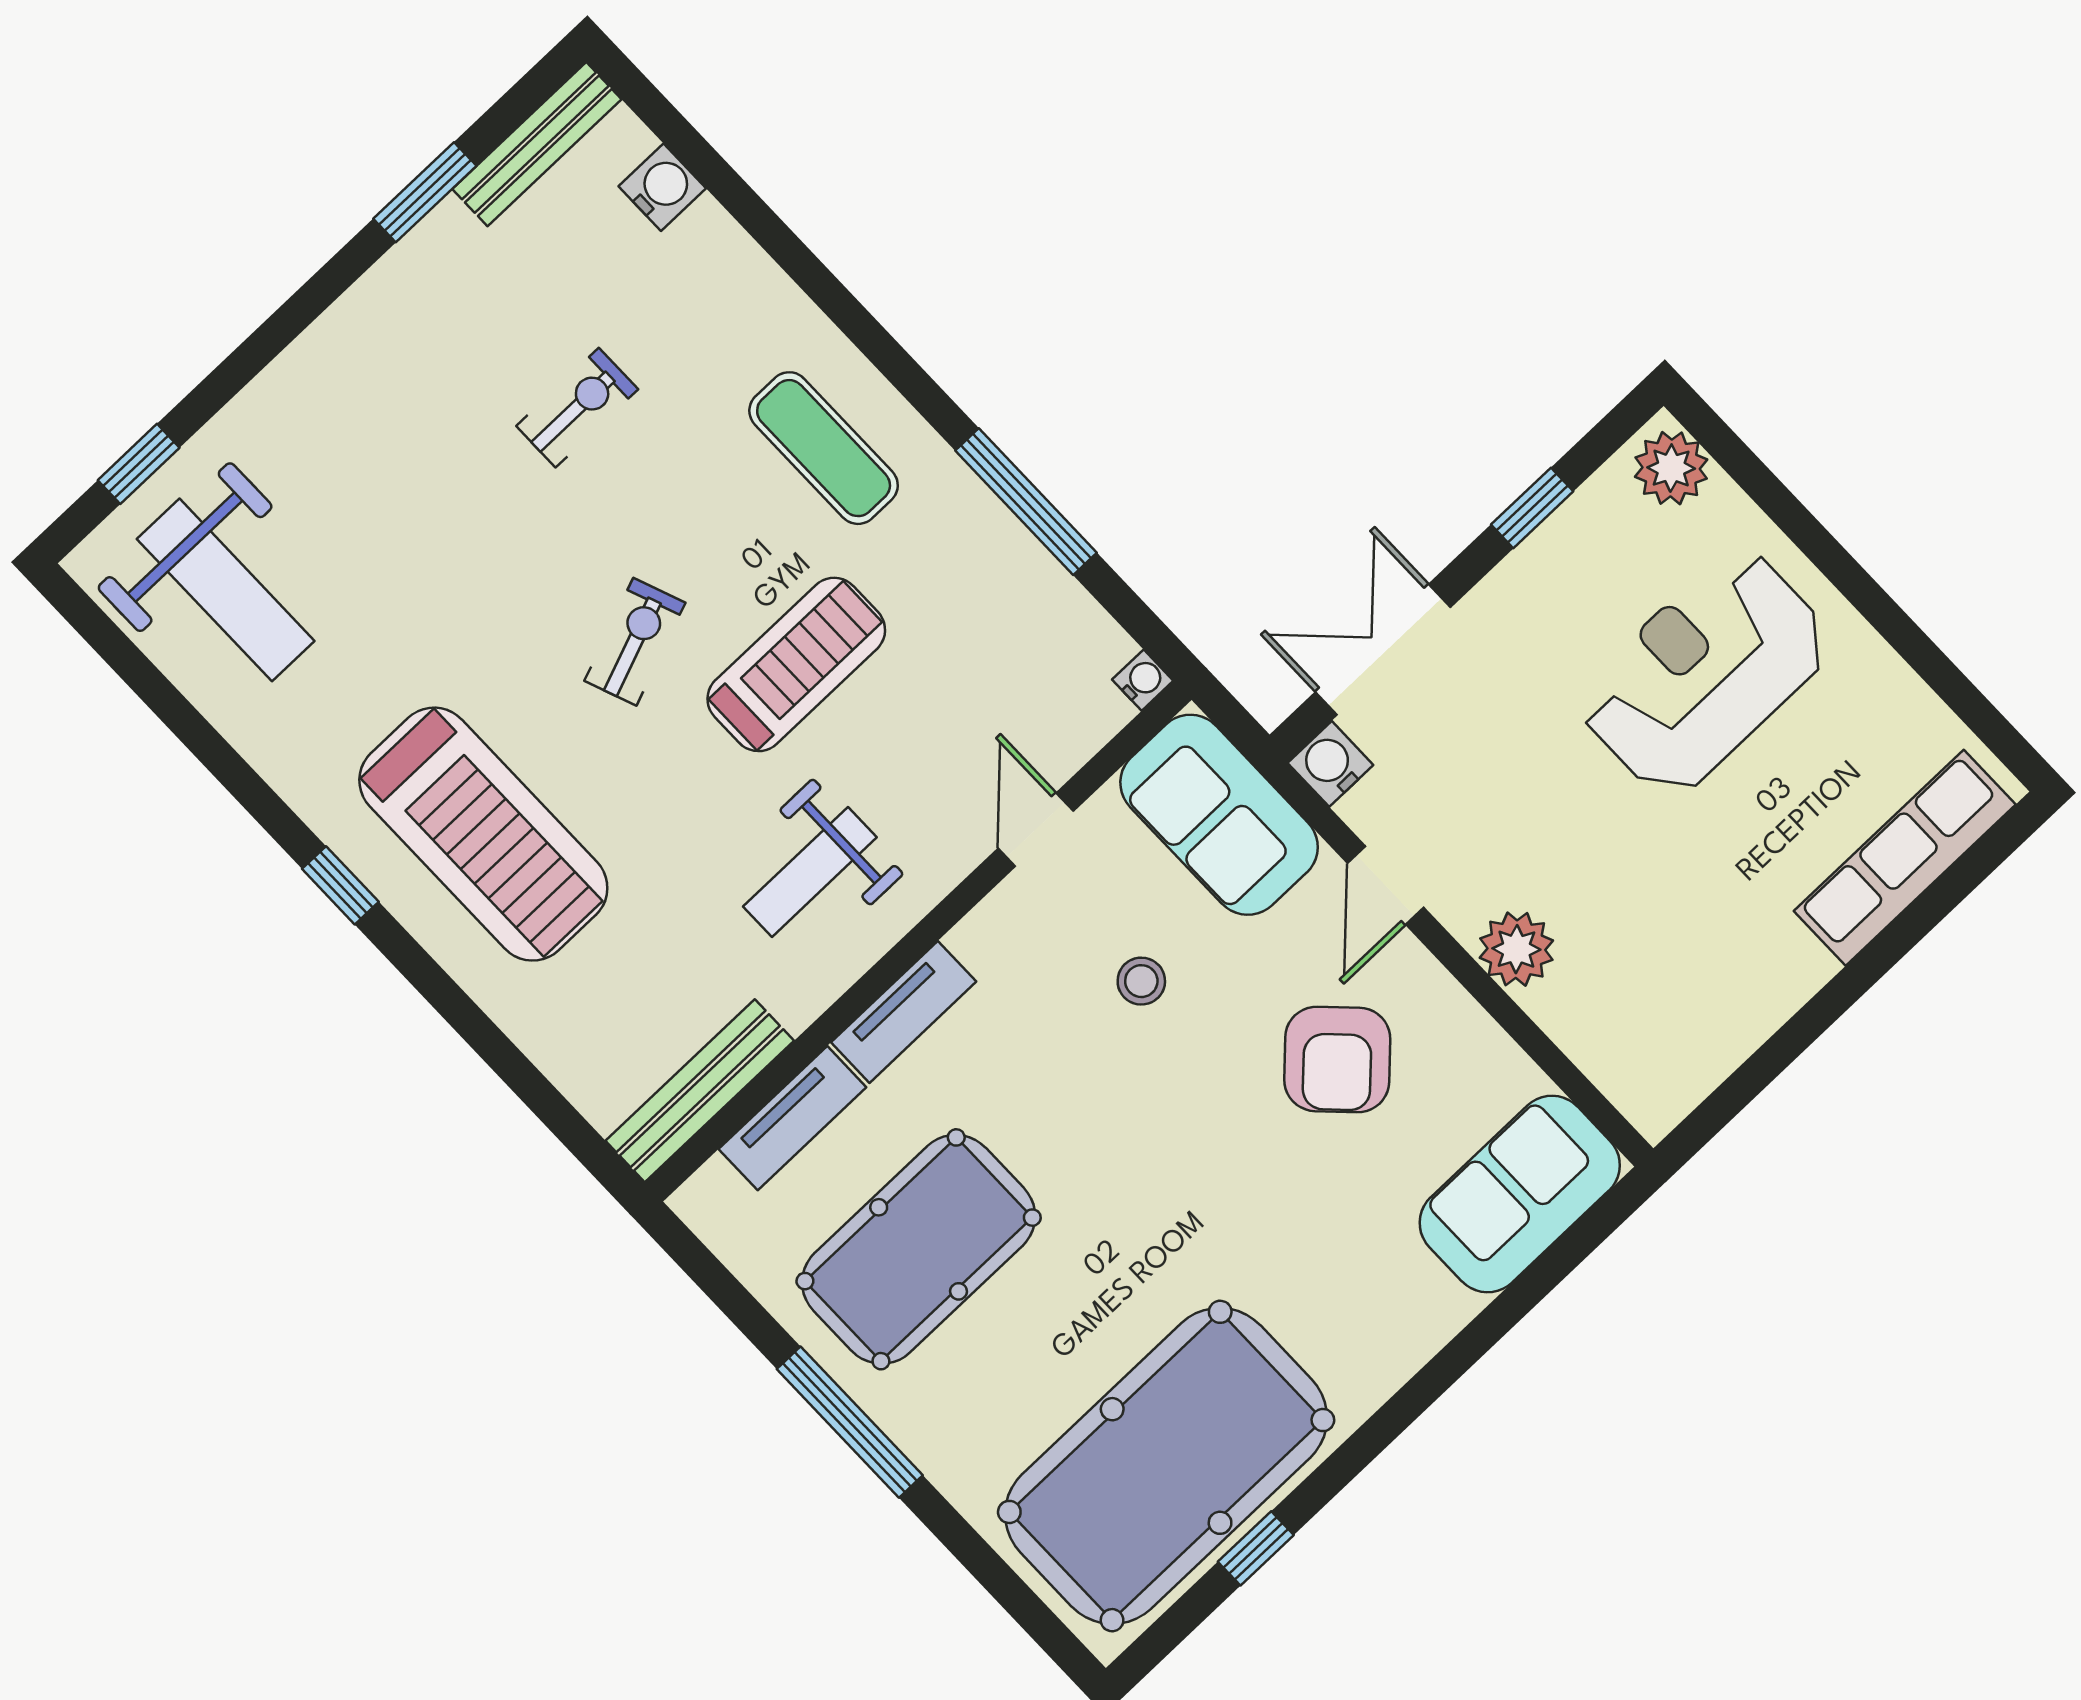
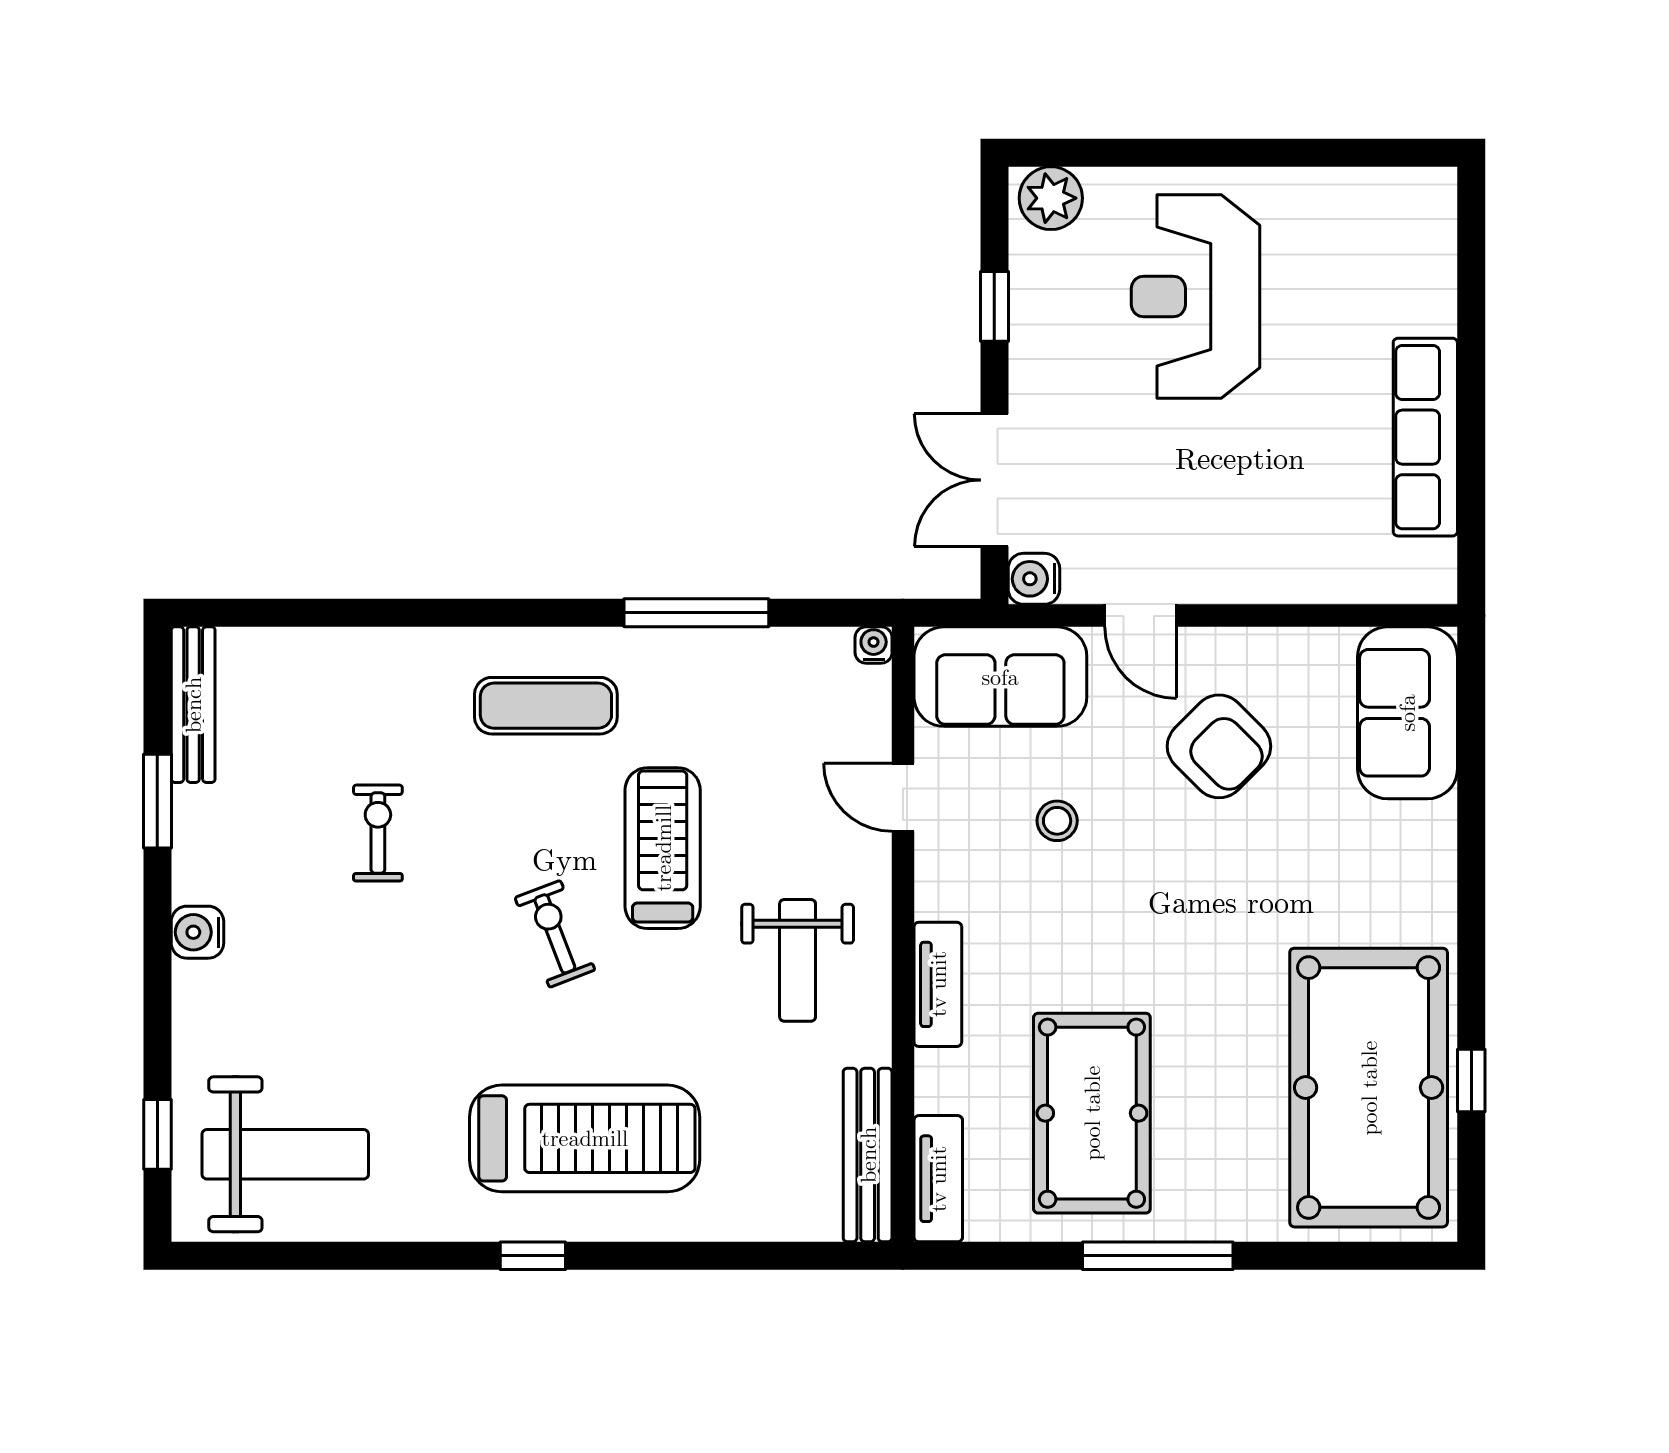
water cooler: (662, 187) -> (197, 932), moved, turned -90
row of seats: (1905, 858) -> (1425, 437), moved
plant: (1516, 949) -> (1256, 572), removed
tv unit: (792, 1118) -> (938, 1179), moved

